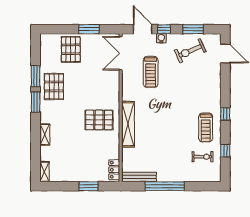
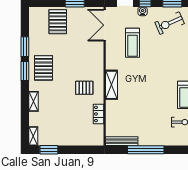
pallet: (54, 86) -> (43, 68), moved
pallet: (99, 120) -> (84, 88), width x0.67, depth x0.71
shelving: (128, 124) -> (111, 85), width x0.68
locker: (114, 170) -> (98, 114), moved
window: (89, 186) -> (49, 150), moved

